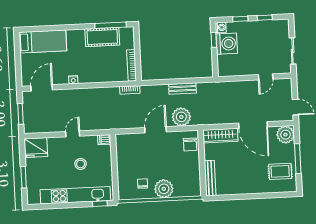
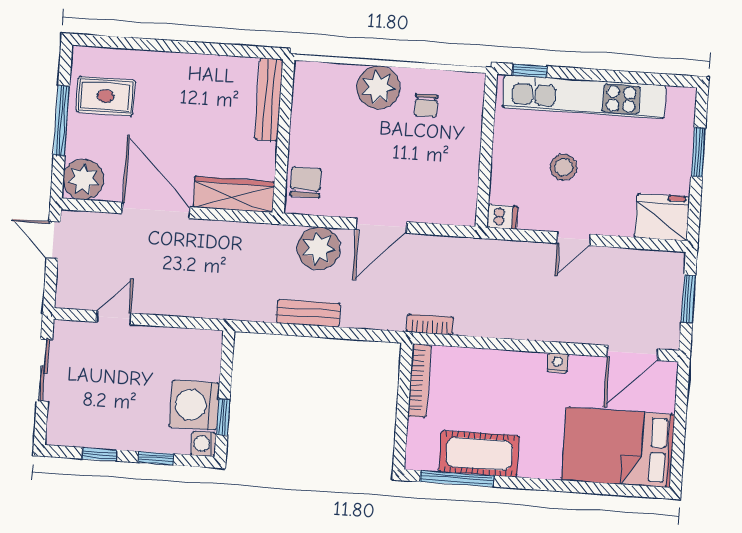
bed: (43, 41) -> (618, 447), width x1.50

